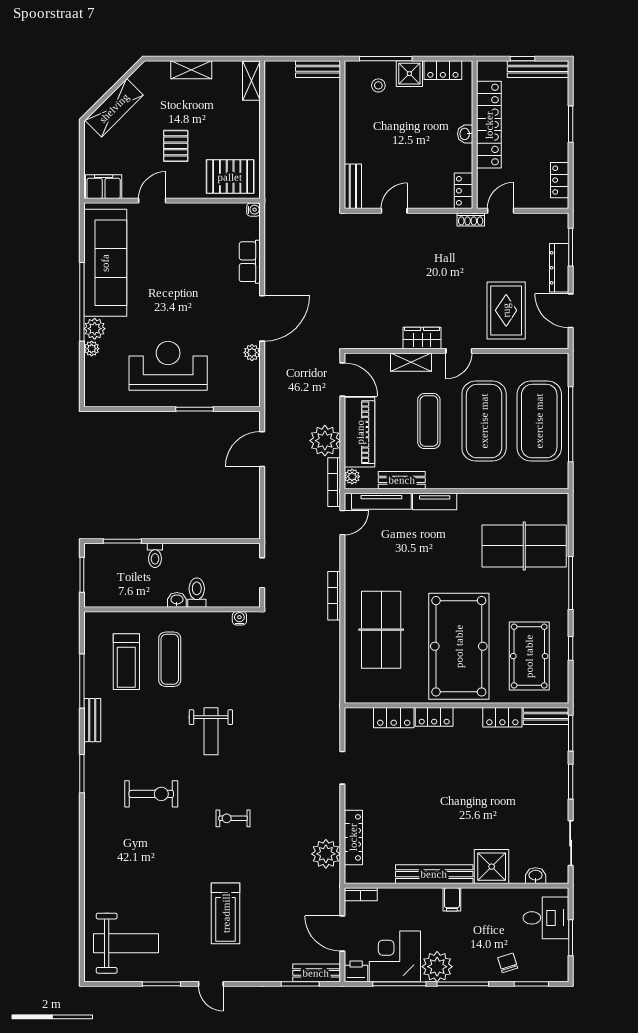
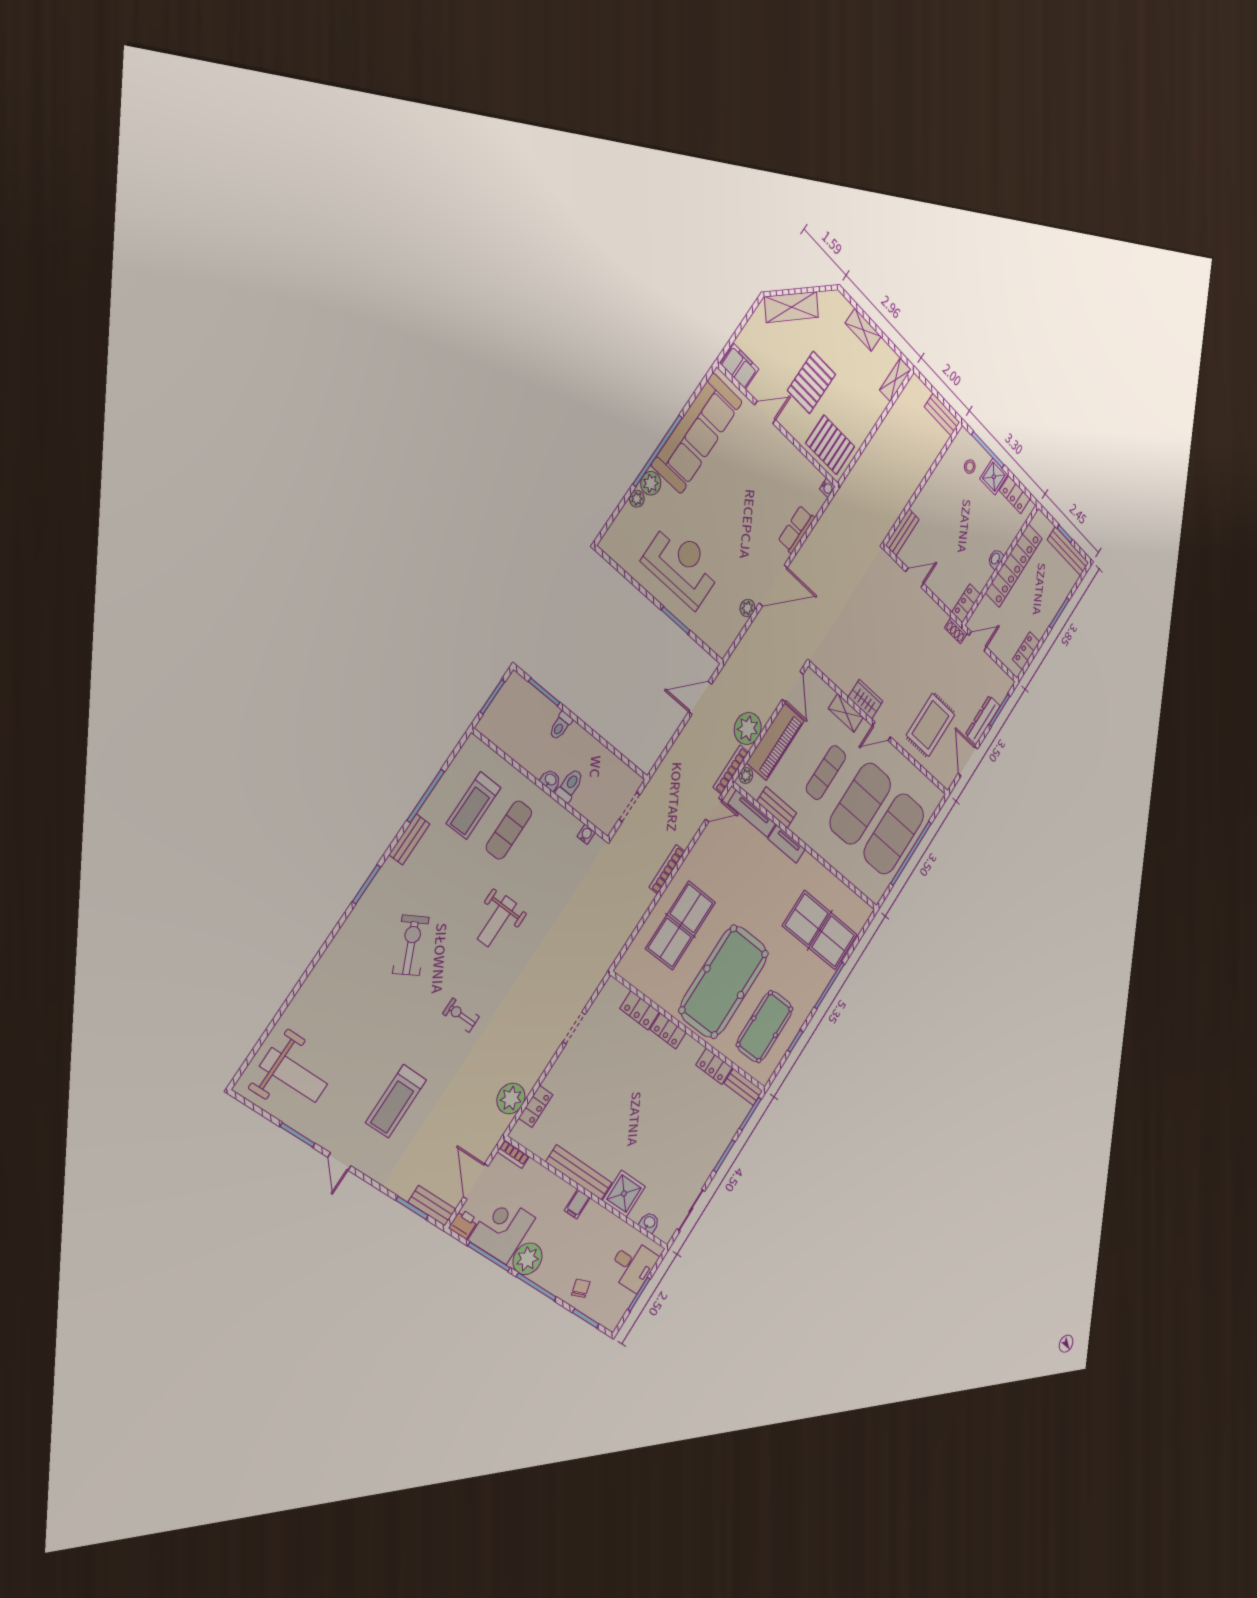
pallet: (176, 146) -> (811, 382), width x1.50, depth x1.42
exercise bike: (151, 794) -> (411, 945), turned -117
locker: (353, 837) -> (536, 1106), width x0.66

